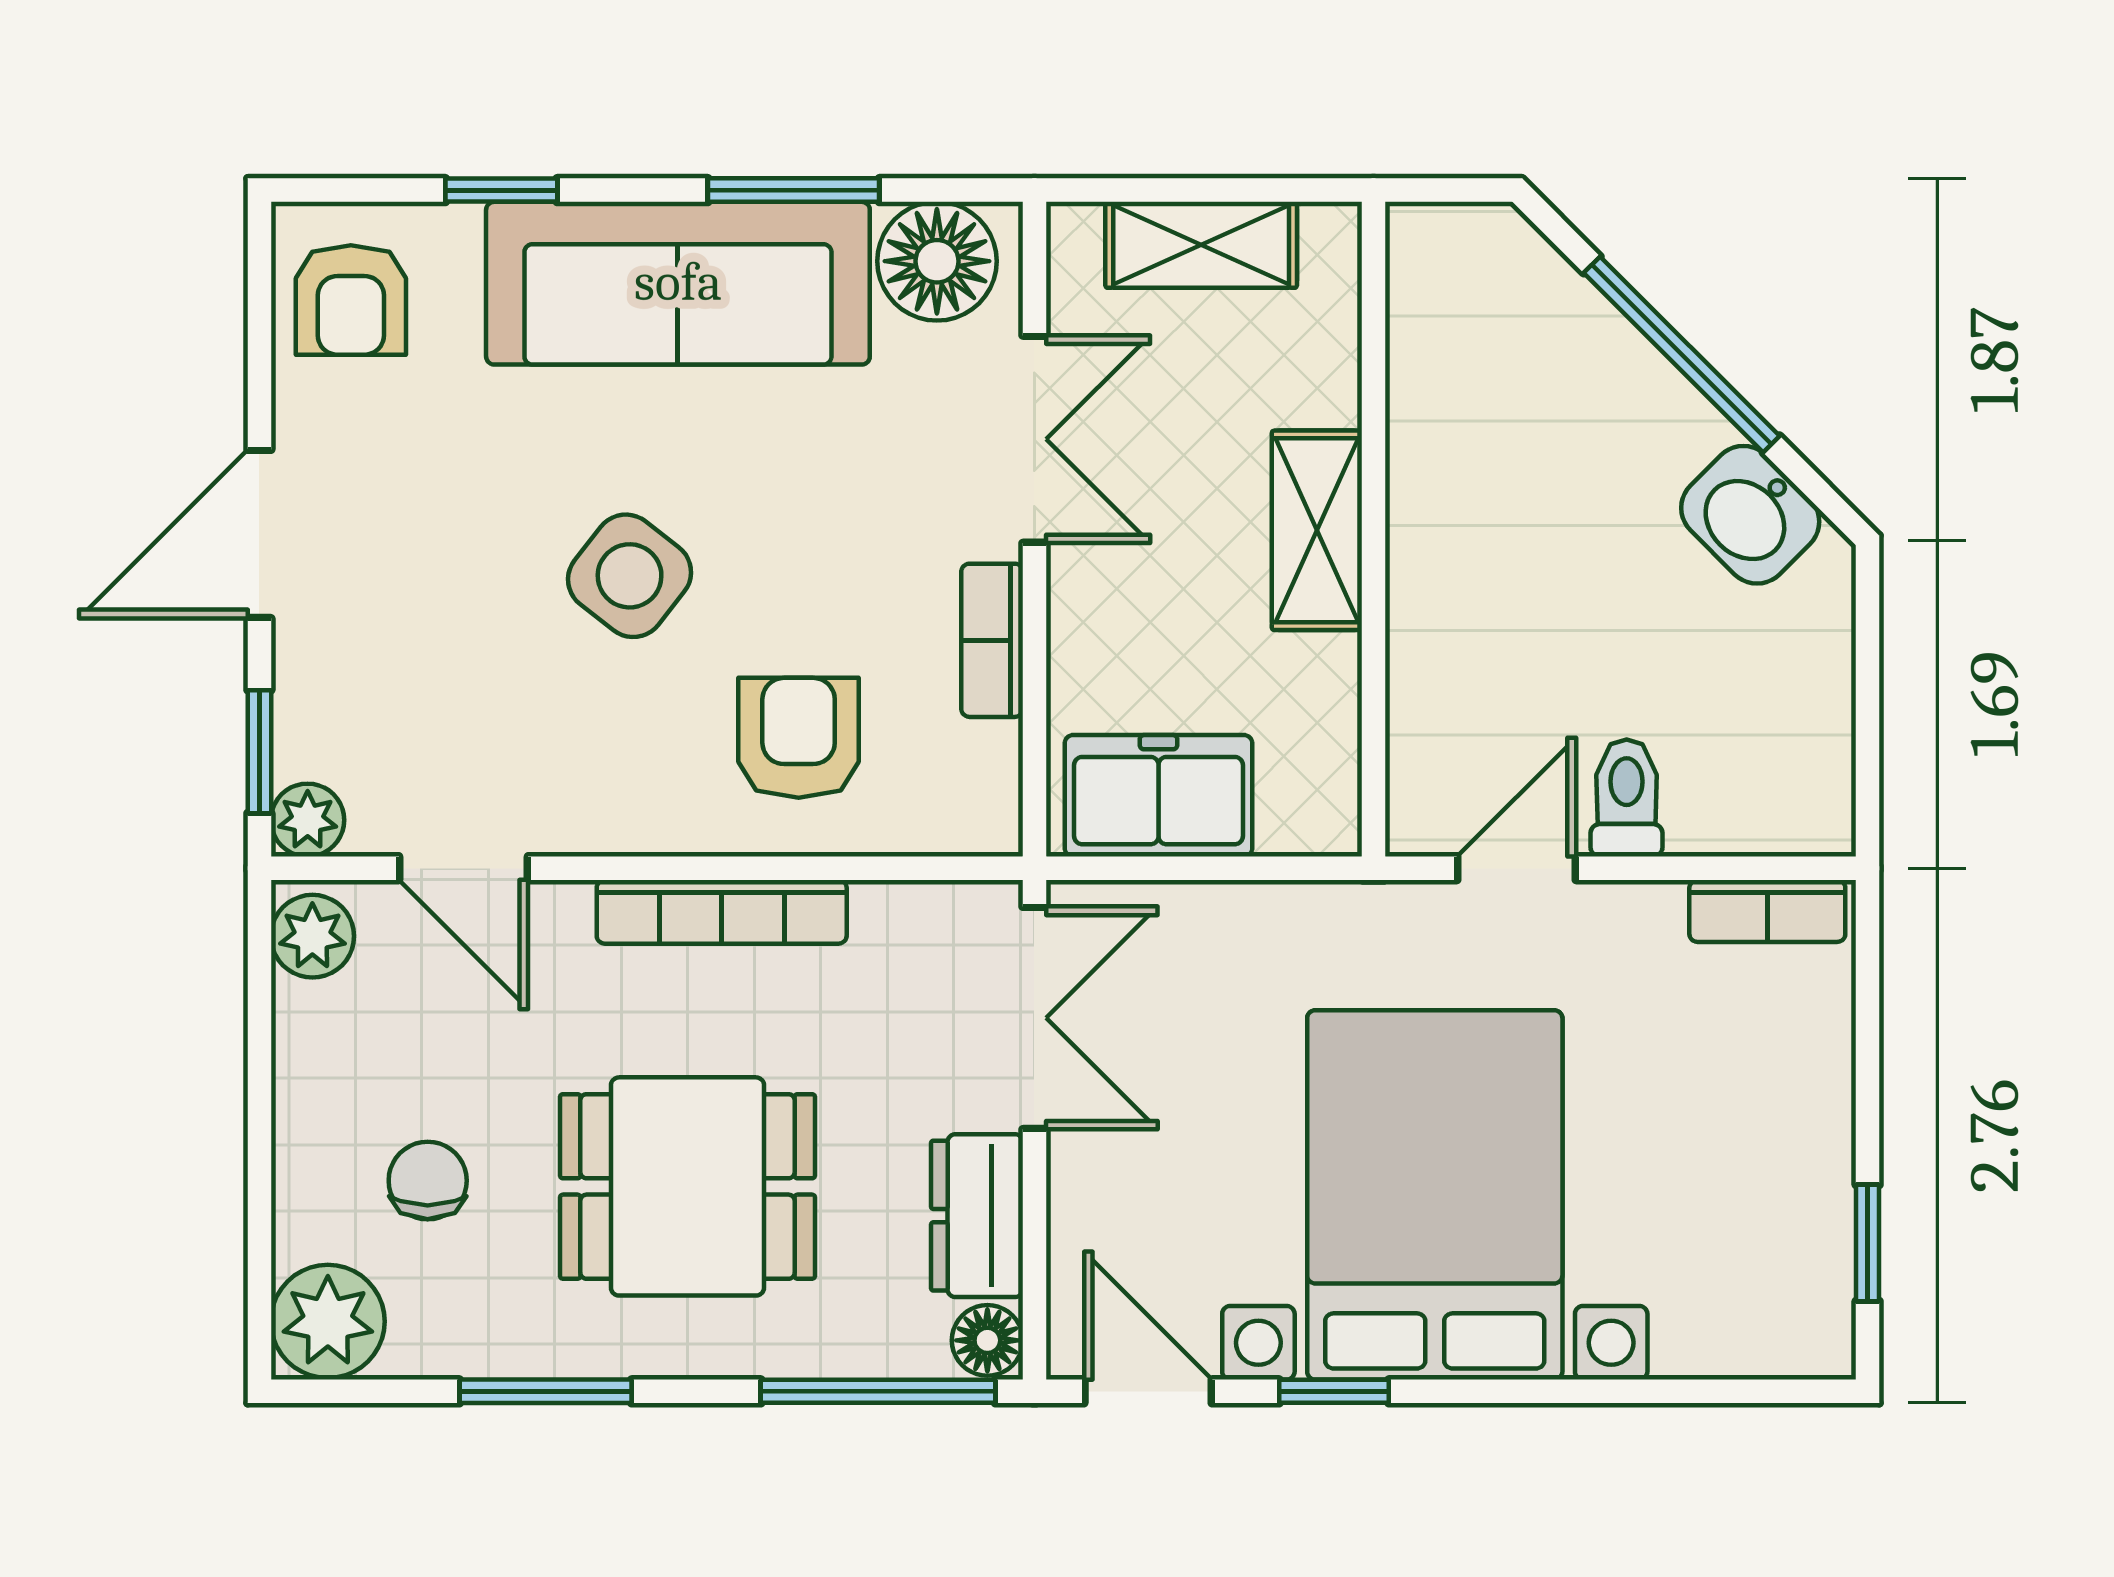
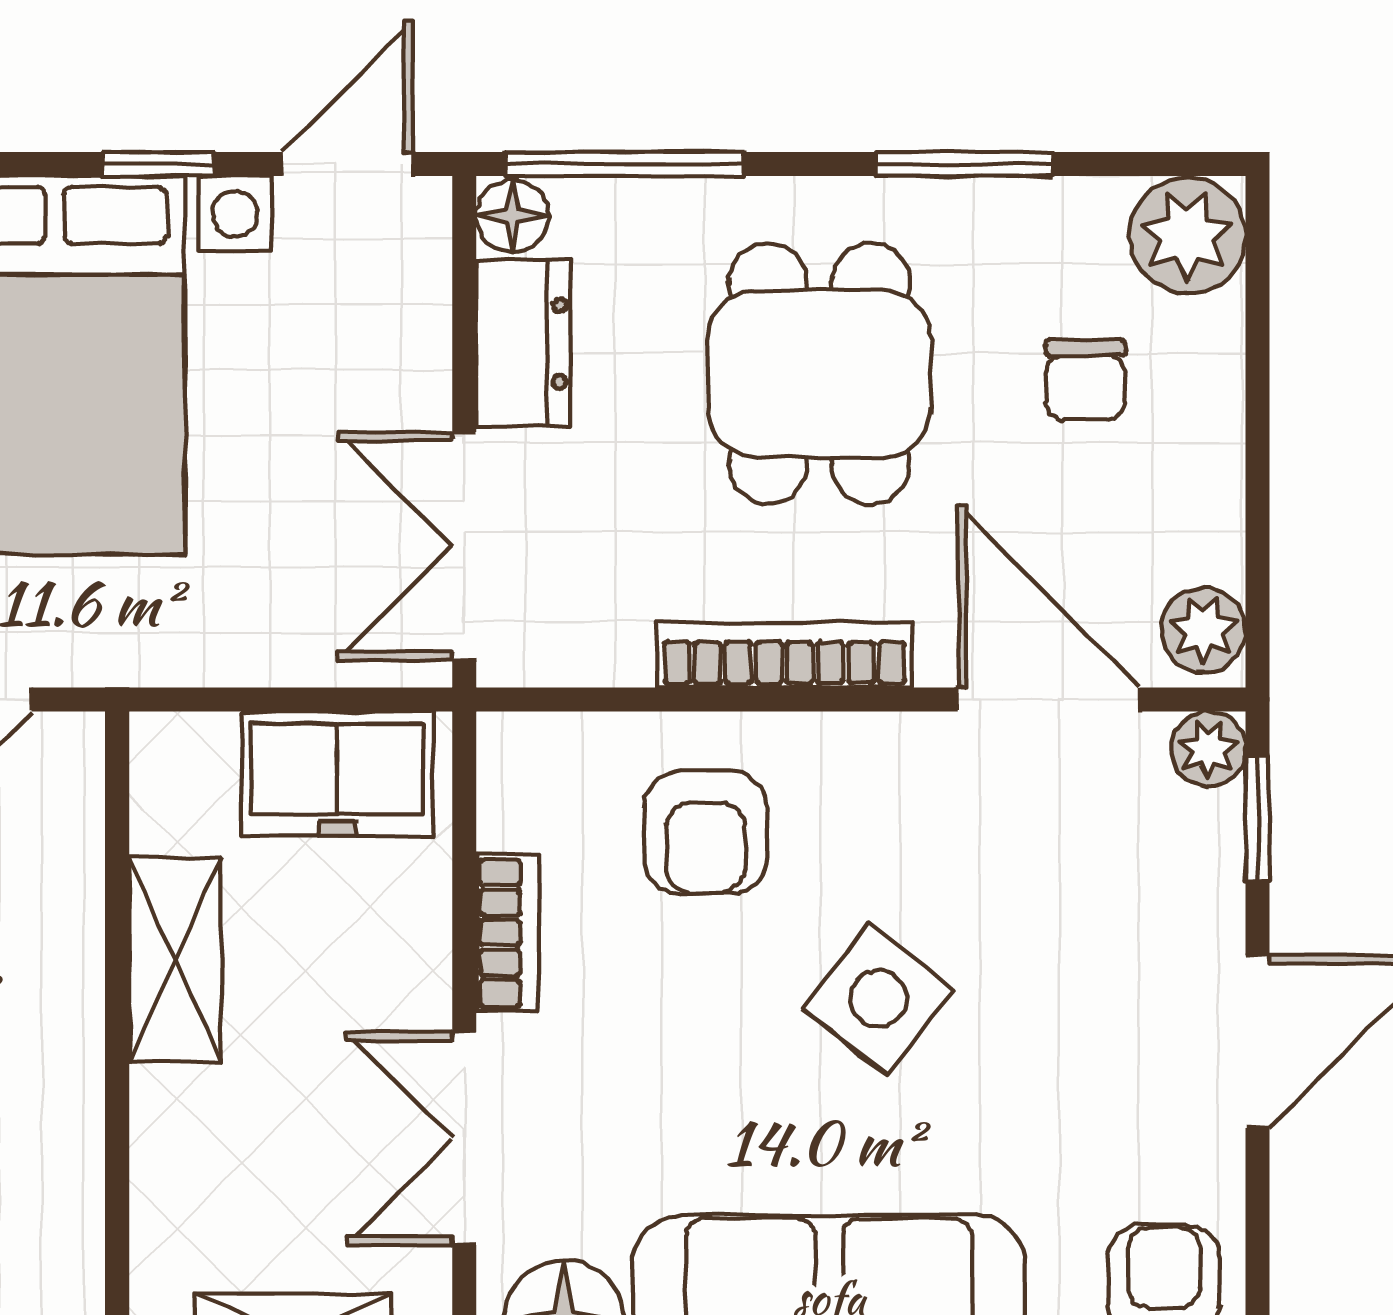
shelving: (1317, 530) -> (175, 960), moved
door: (463, 868) -> (1049, 699), width x1.38
dining table: (687, 1186) -> (819, 374), turned 90
door: (1148, 1391) -> (348, 164), swing flipped

